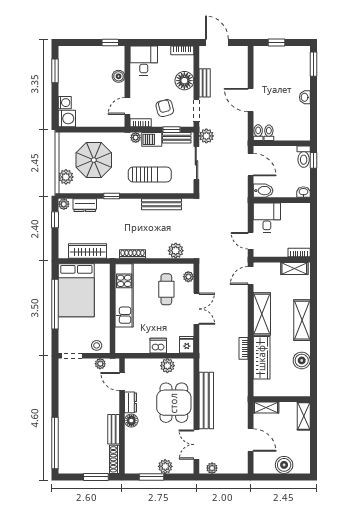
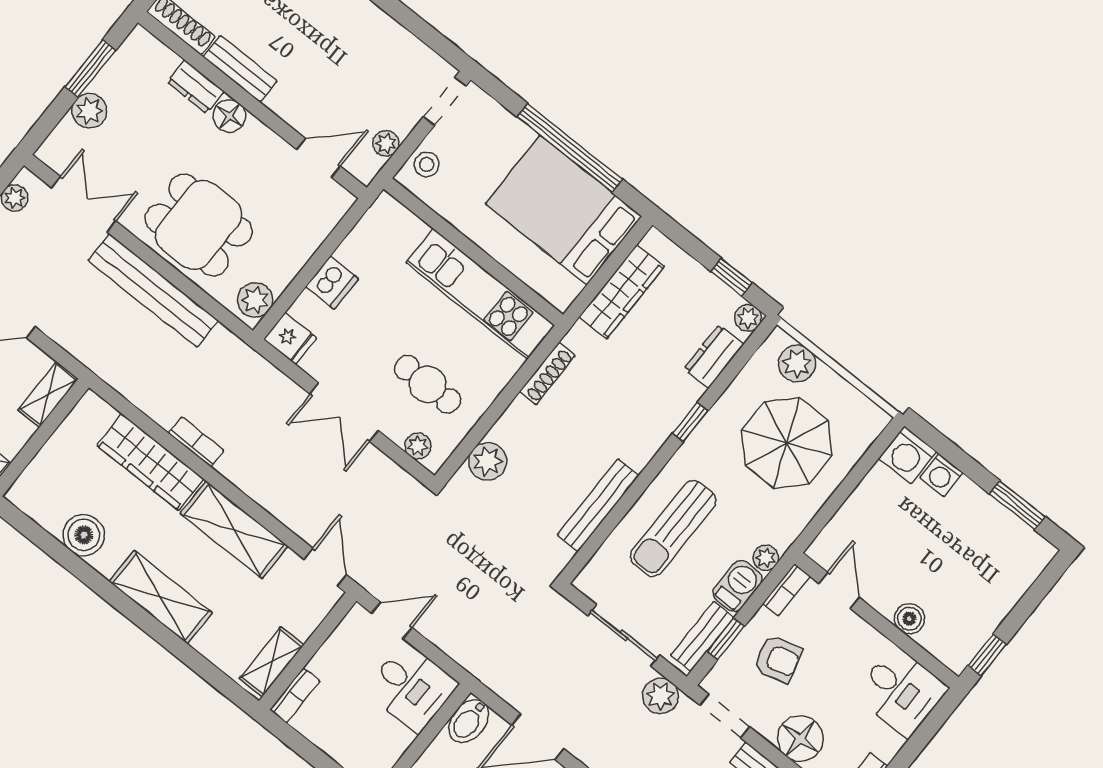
plant: (167, 366) -> (255, 300), moved
dresser: (131, 402) -> (196, 87), moved

